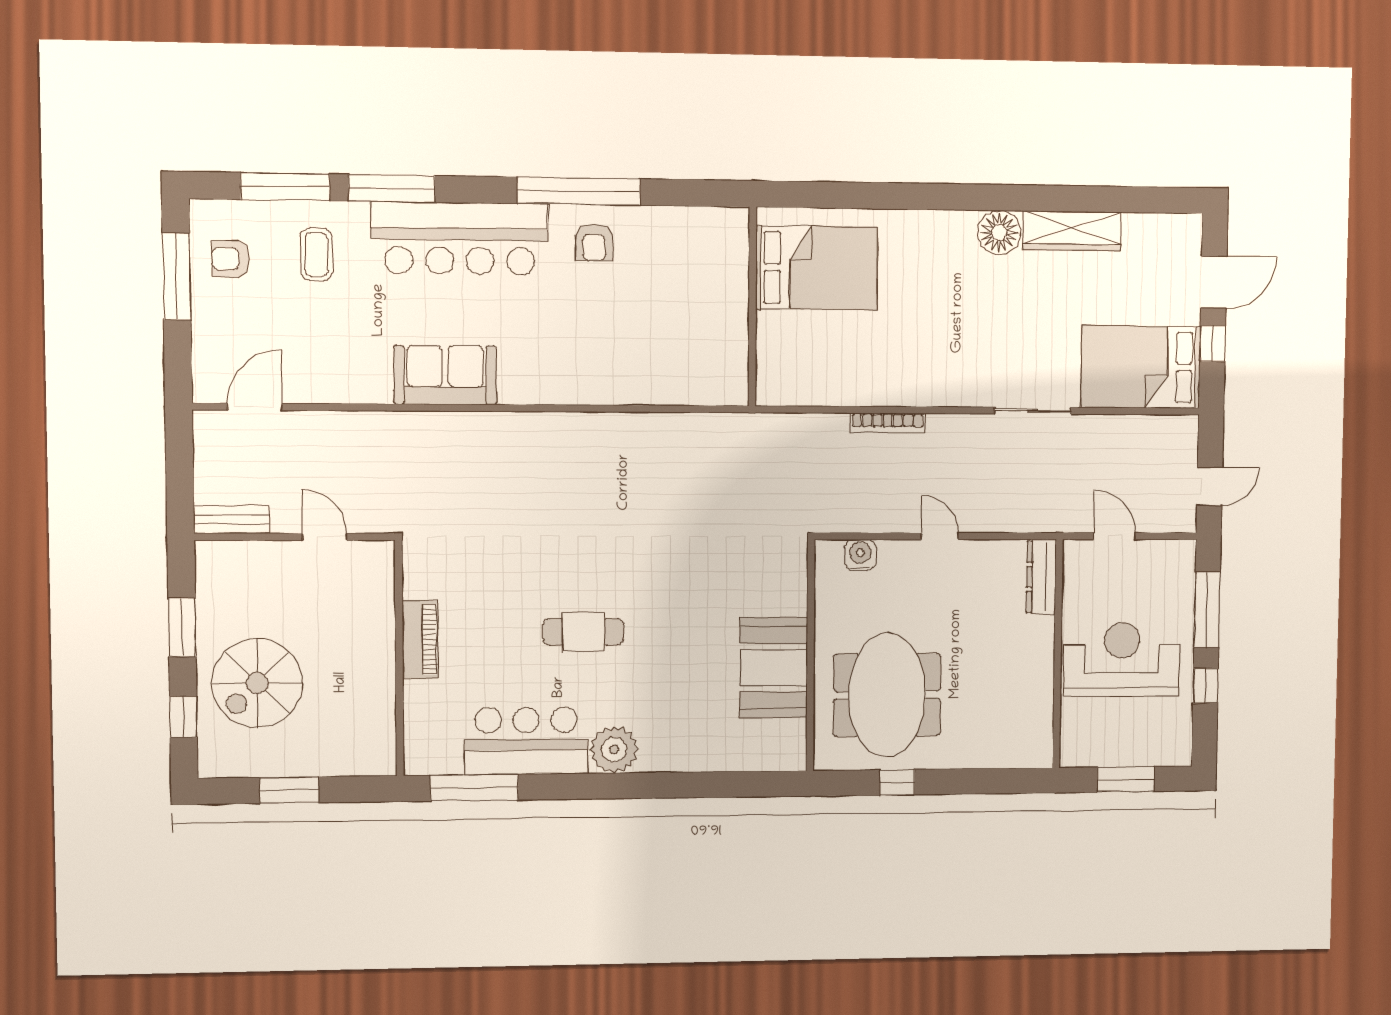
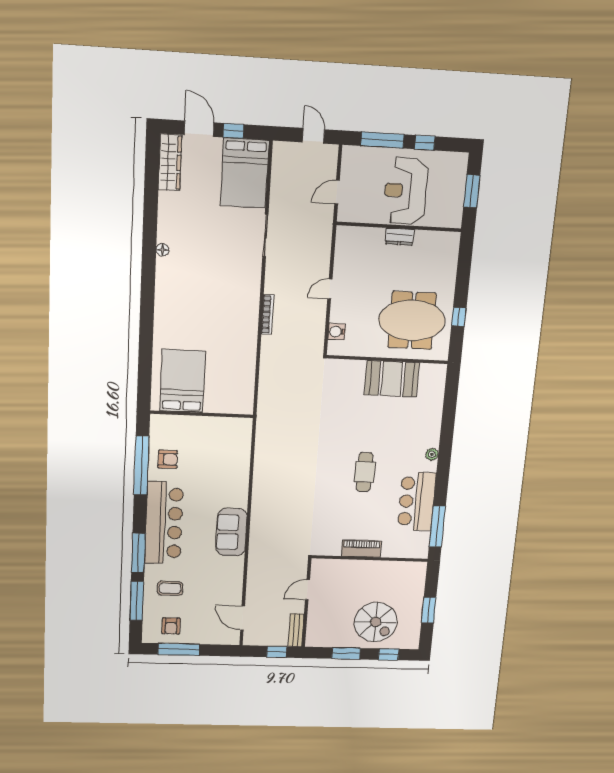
wardrobe: (1072, 231) -> (170, 162), moved
floor lamp: (999, 232) -> (162, 250), width x0.53, depth x0.53
bed: (817, 268) -> (183, 381), moved
wall: (752, 307) -> (202, 414), moved
window: (180, 482) -> (277, 652), added
dresser: (1041, 577) -> (400, 237), moved, width x0.70
plant: (614, 750) -> (432, 454), width x0.53, depth x0.53

